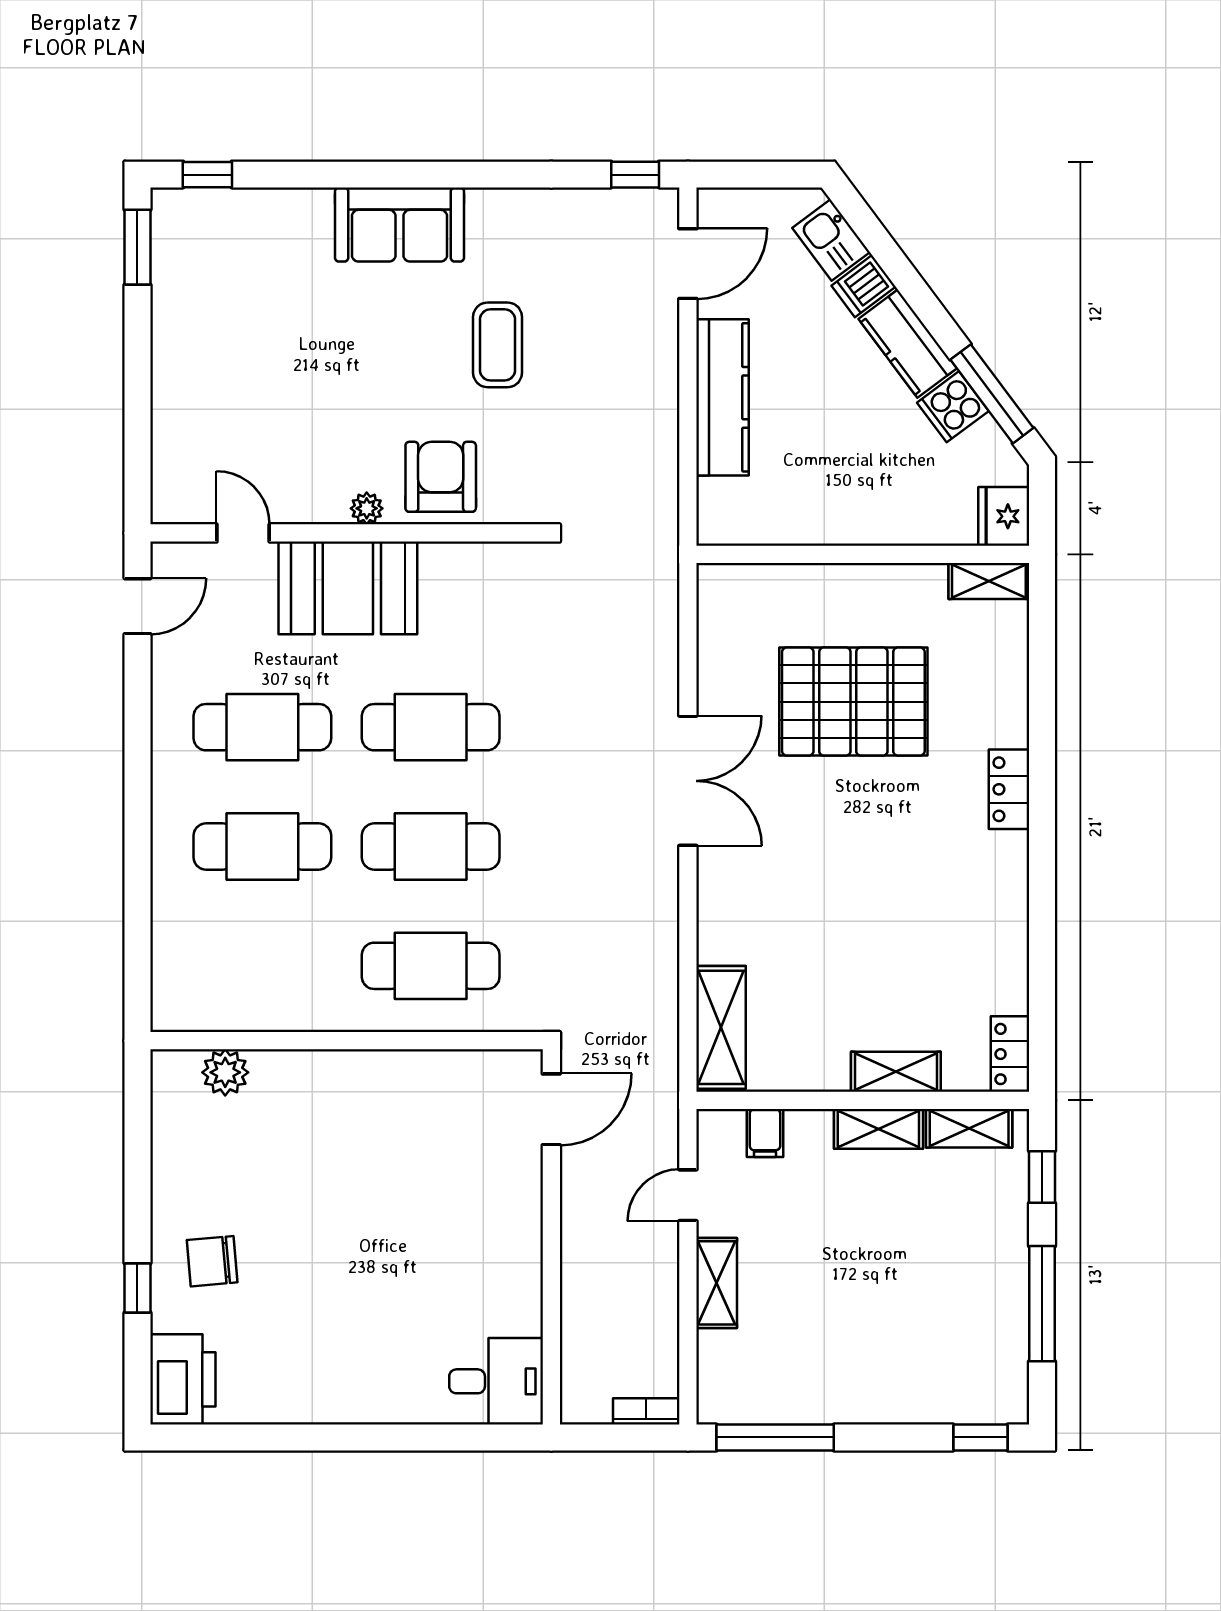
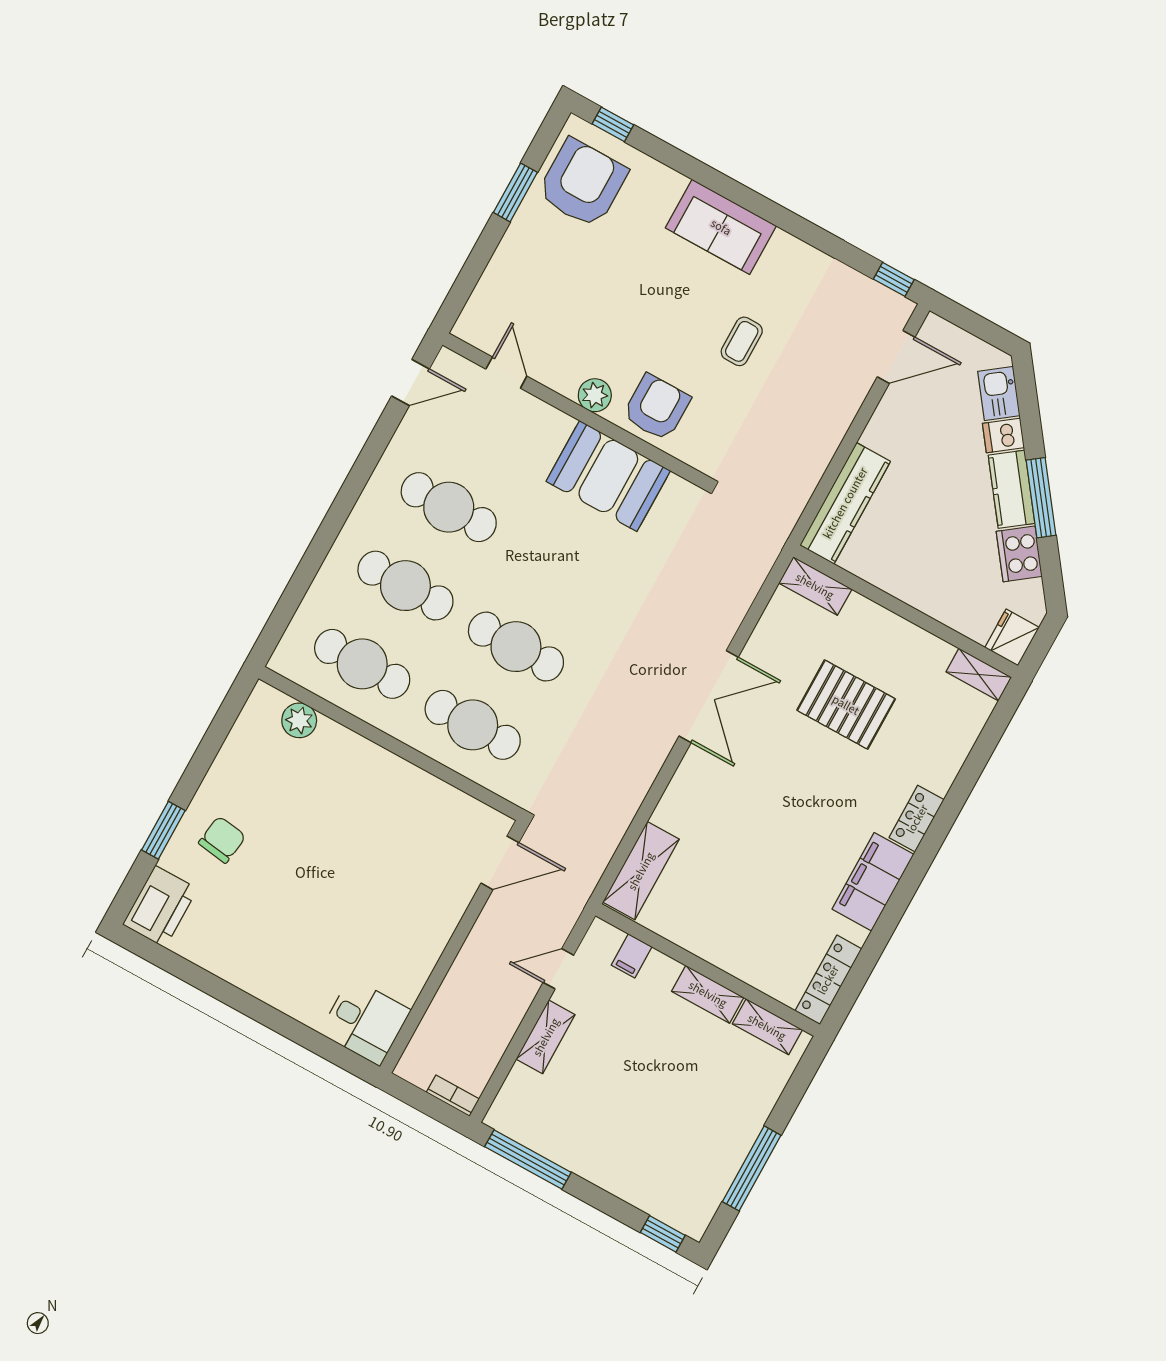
window: (137, 247) -> (515, 192), moved
armchair: (210, 263) -> (582, 183), added
coffee table: (498, 345) -> (742, 341), width x0.73, depth x0.77
window: (992, 394) -> (1041, 498), moved
kitchen counter: (723, 397) -> (845, 503), moved
cooker: (953, 407) -> (1019, 554), width x1.36
plant: (367, 508) -> (595, 395), width x1.38, depth x1.38
booth: (348, 588) -> (608, 476), moved
pallet: (853, 702) -> (846, 705), width x0.73, depth x0.71
cafe table: (431, 727) -> (362, 664), moved
filing cabinet: (999, 891) -> (873, 882), added
locker: (1010, 1054) -> (828, 980), width x1.53
shelving: (896, 1072) -> (815, 586), moved
window: (1042, 1177) -> (798, 1085), removed
chair: (212, 1261) -> (222, 840), turned 103
window: (137, 1288) -> (163, 830), width x1.50

